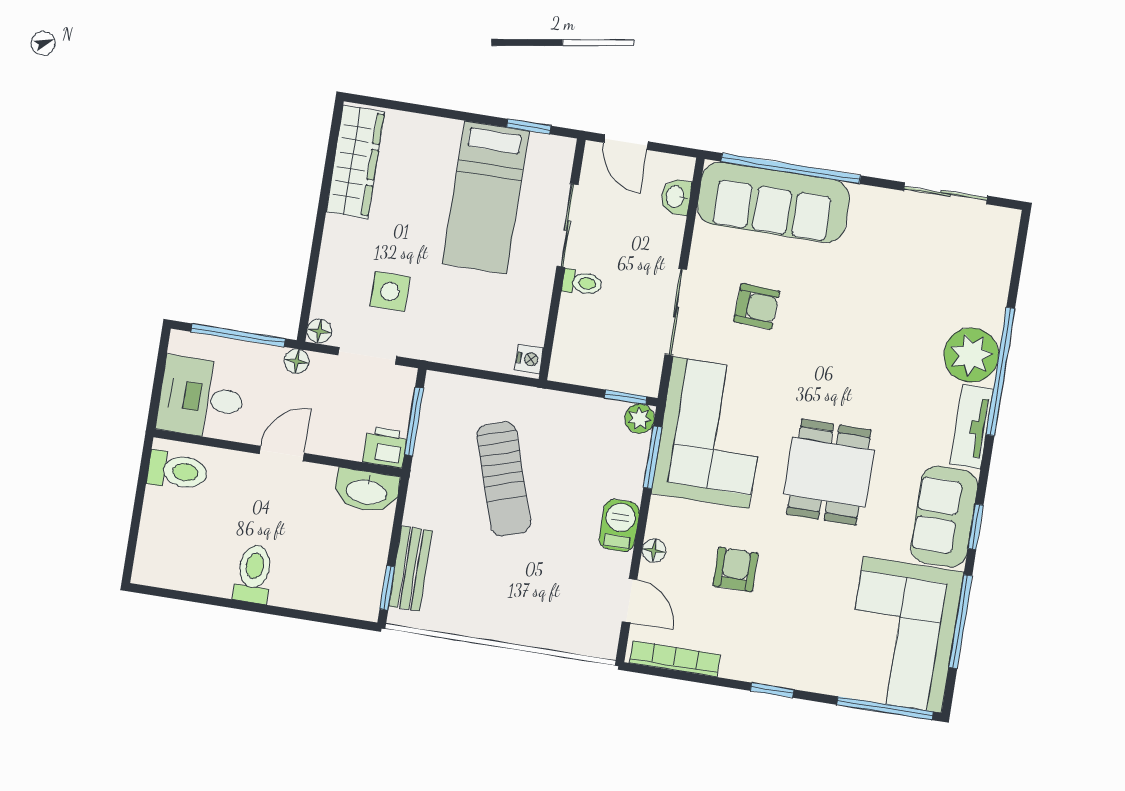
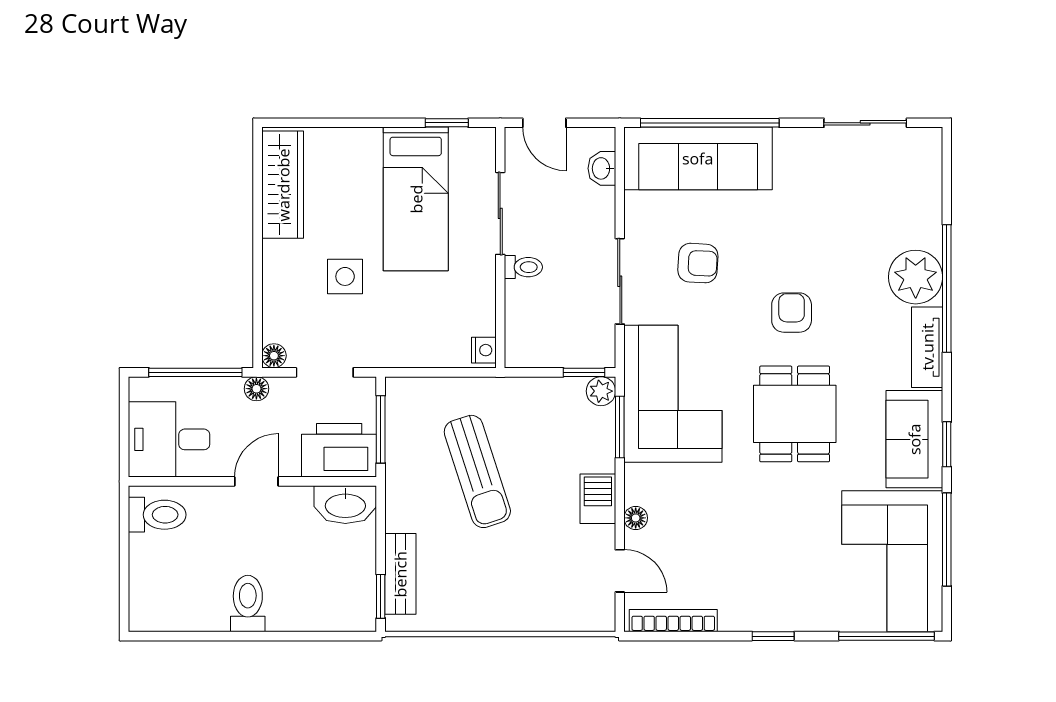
side table: (390, 291) -> (345, 276), moved
printer: (385, 447) -> (339, 450), width x1.87, depth x1.48
armchair: (736, 569) -> (792, 313), moved

